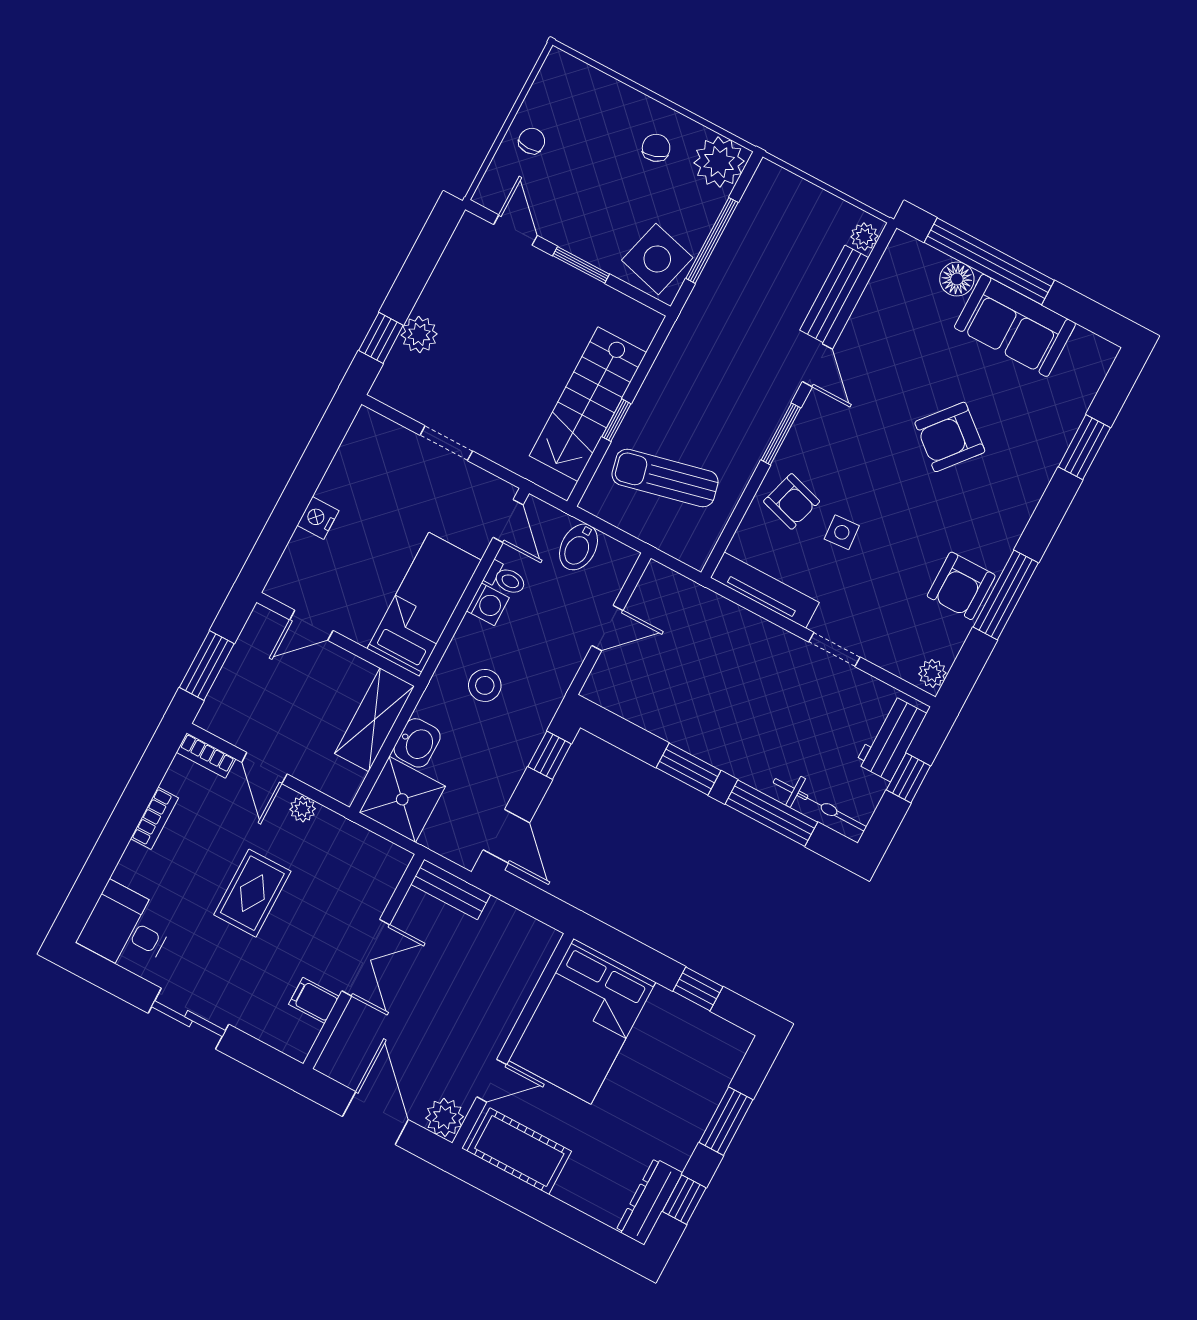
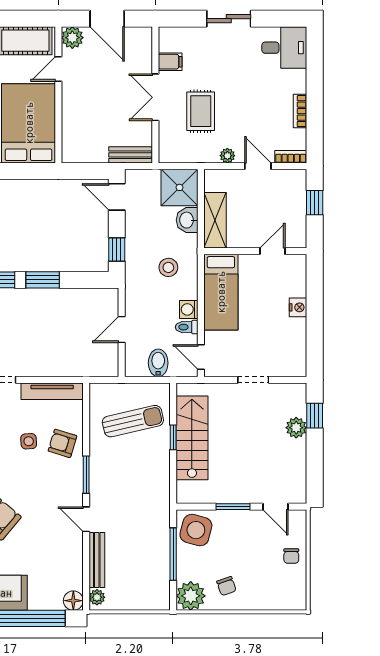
floor lamp: (957, 279) -> (73, 601), moved
window: (207, 665) -> (315, 203), width x0.67
rug: (252, 893) -> (201, 111), moved

